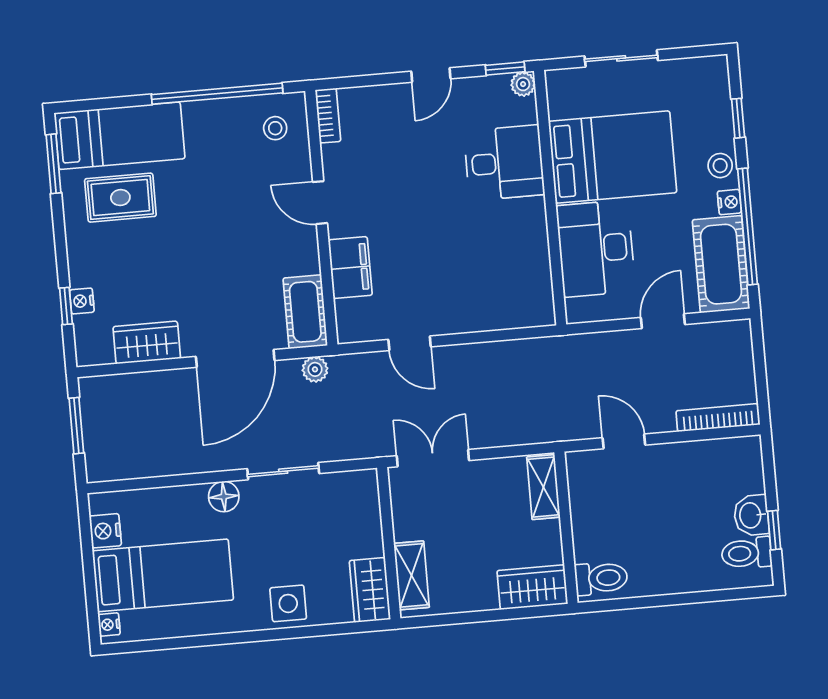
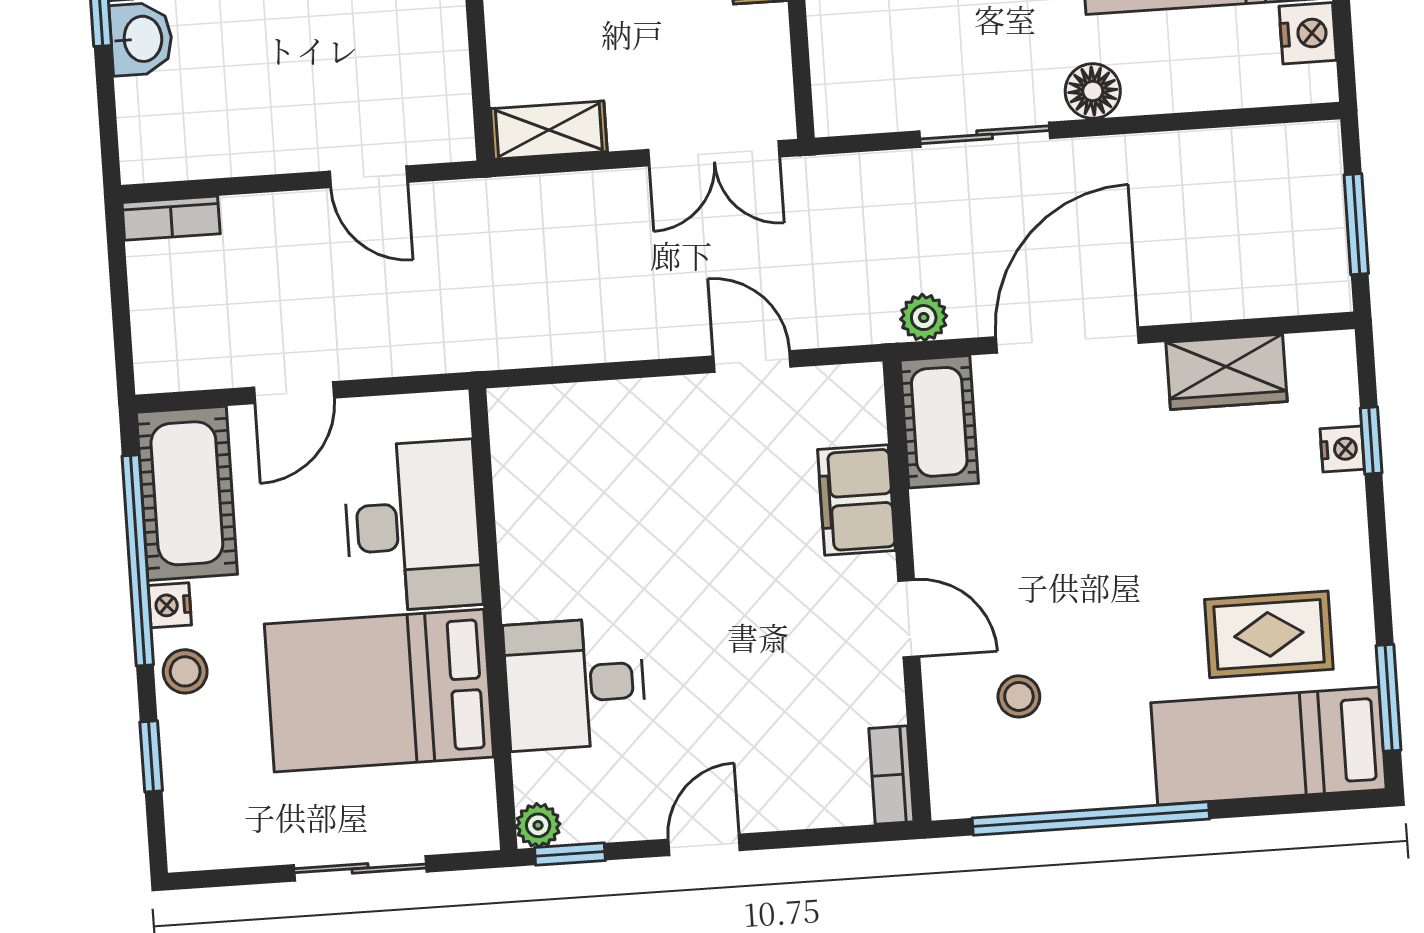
stool: (275, 128) -> (1019, 696), moved
bookcase: (718, 418) -> (171, 218), width x0.64
shelving: (543, 487) -> (549, 130), moved, turned 90

